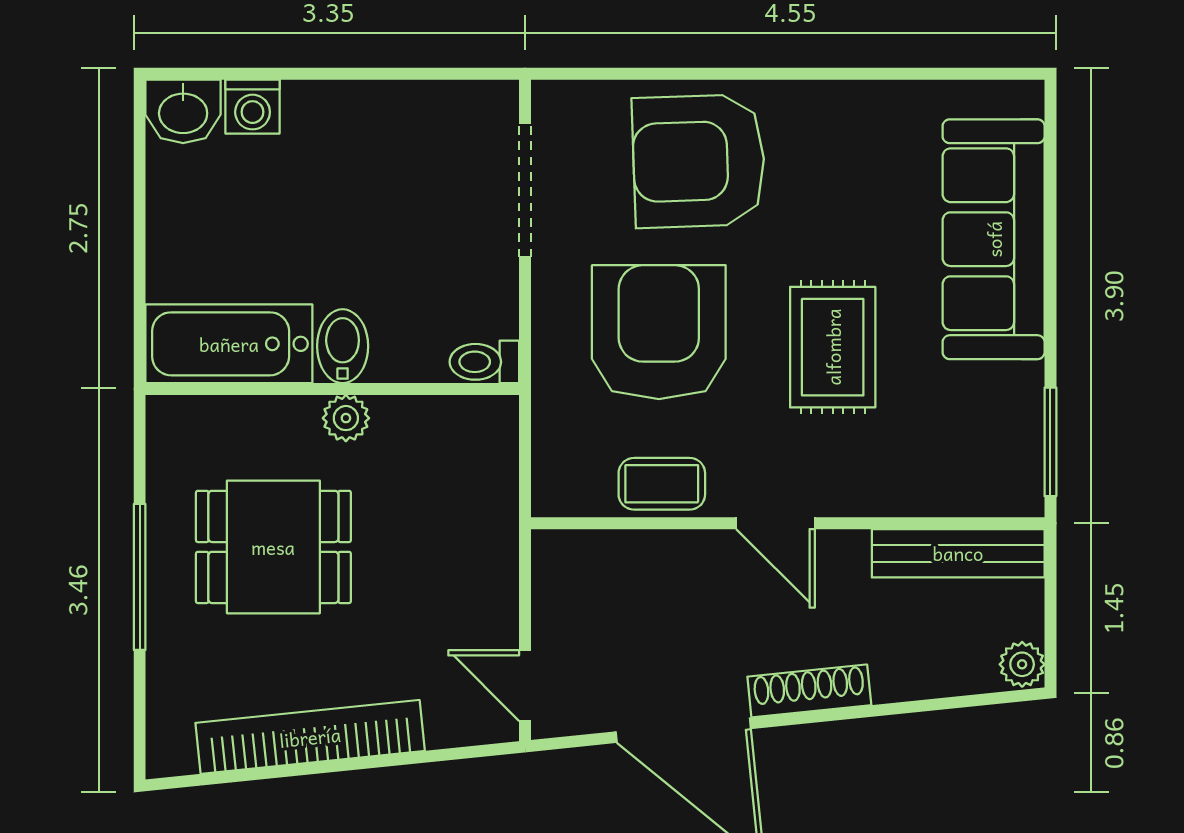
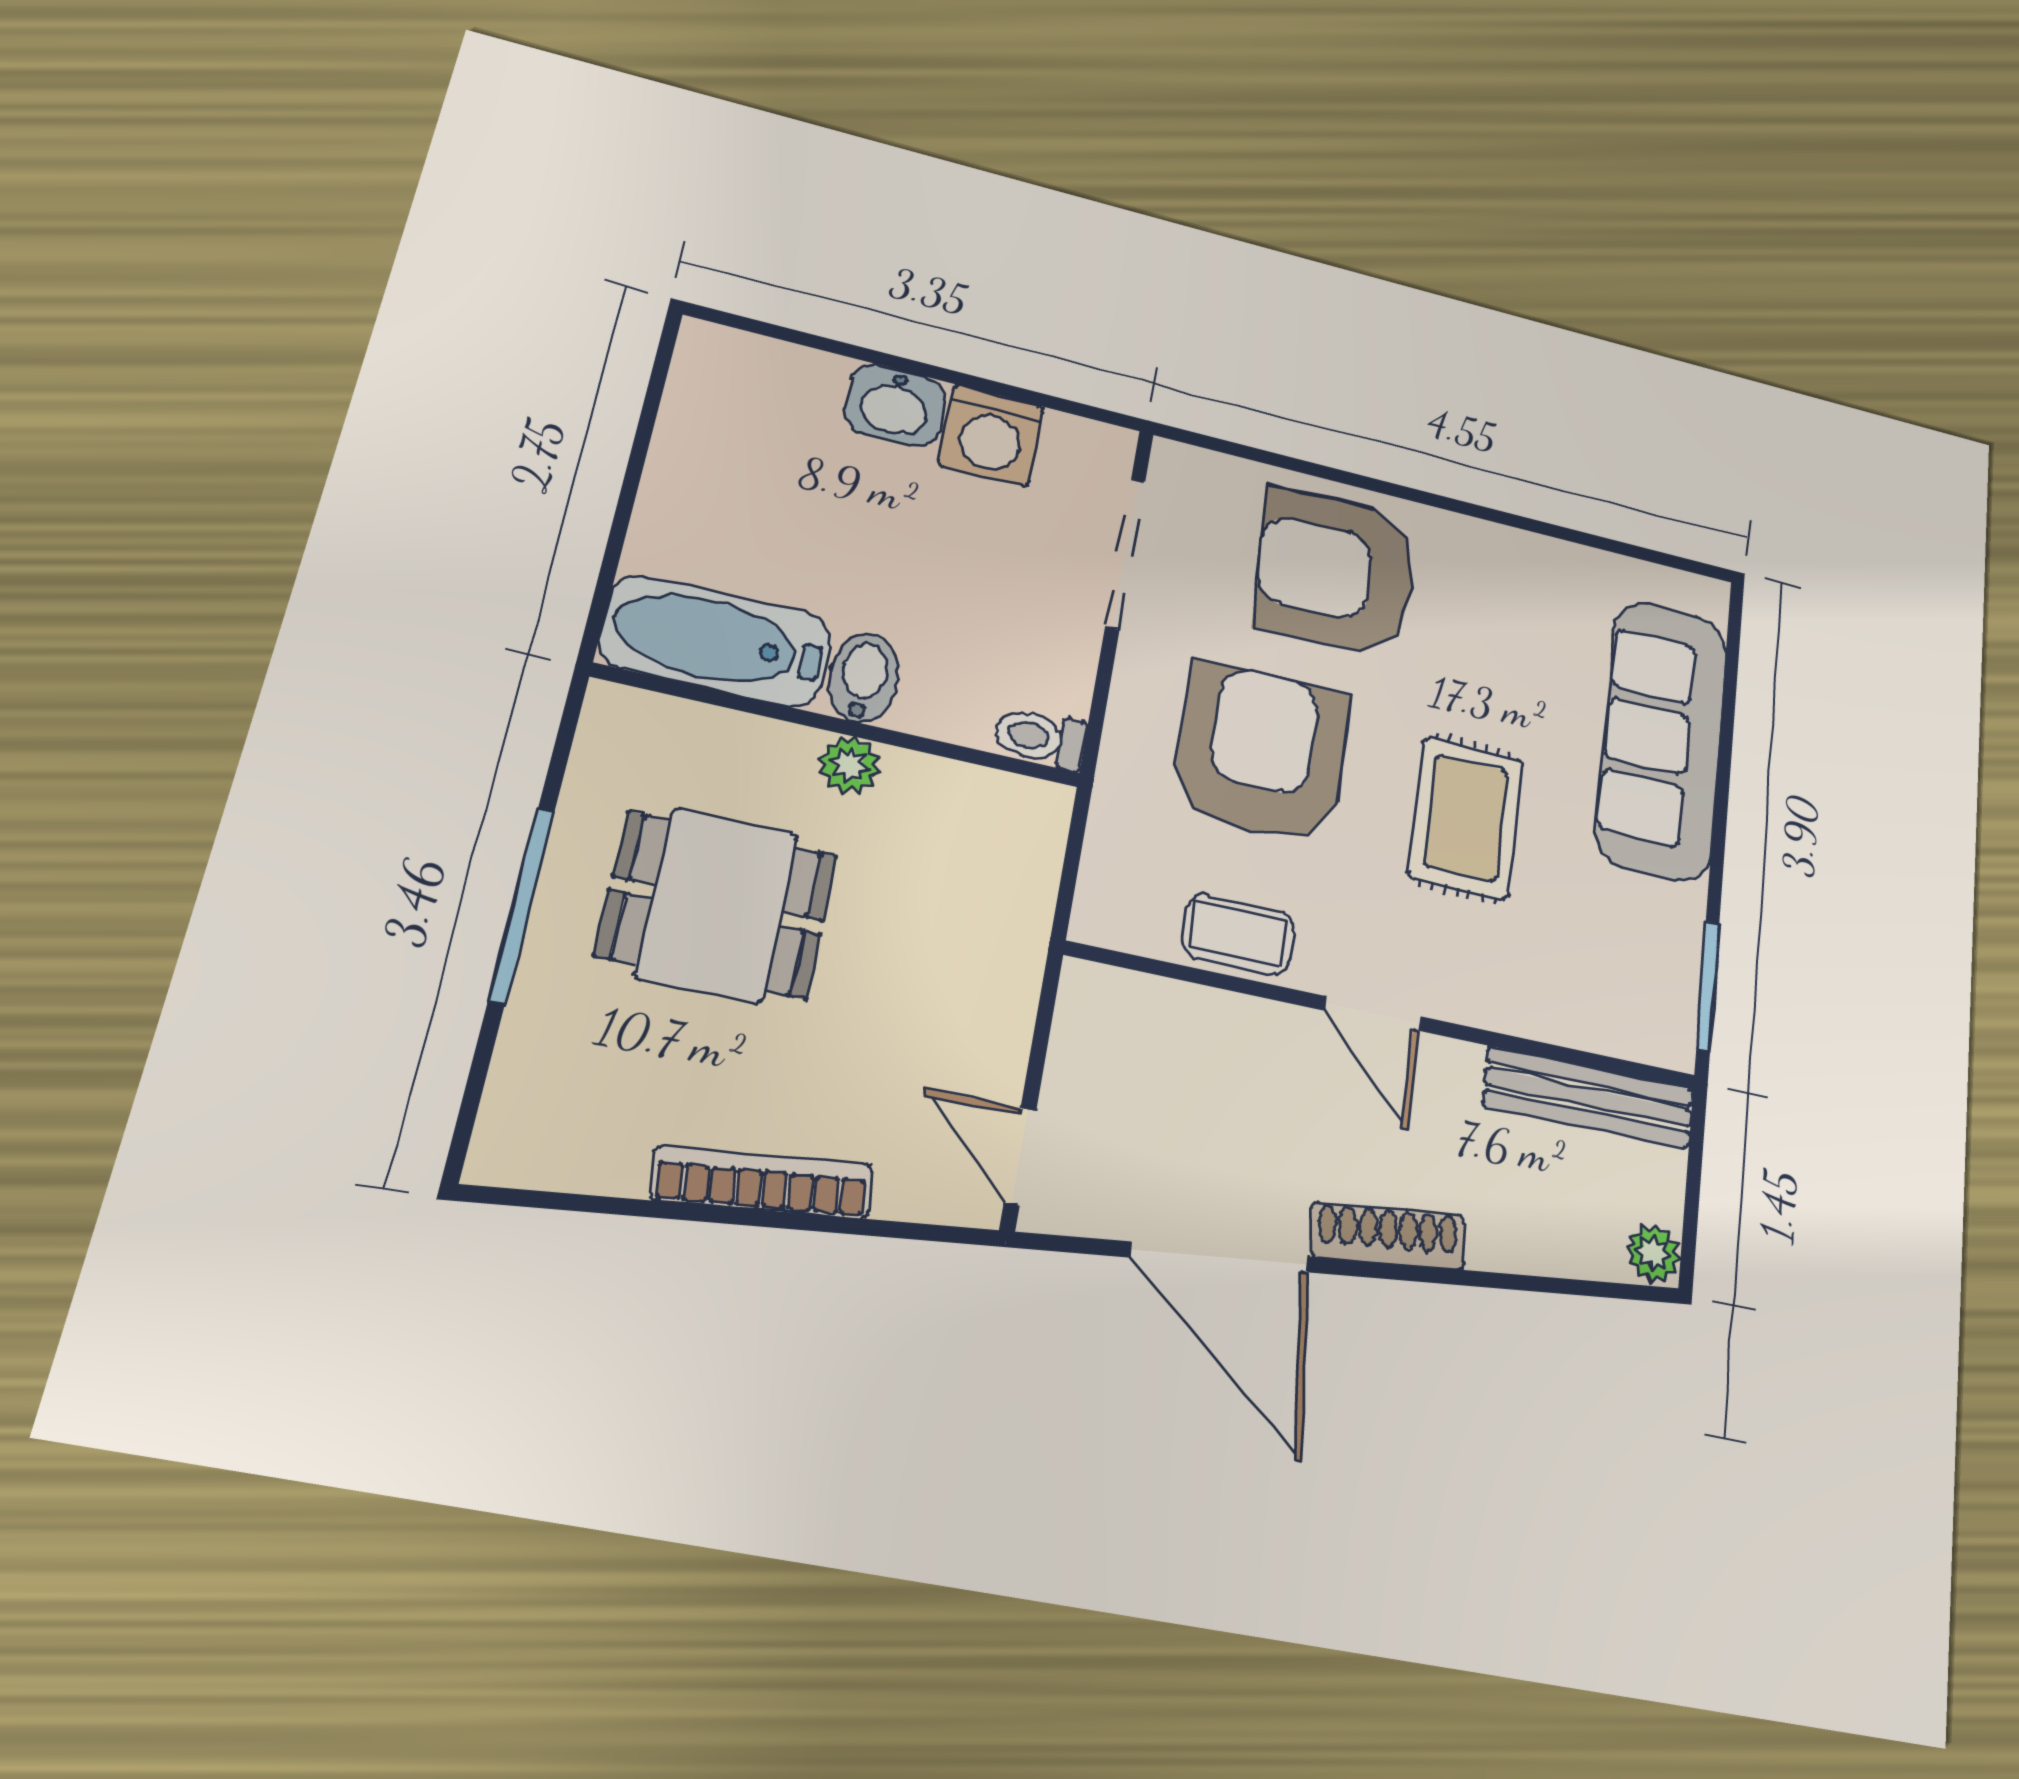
washing machine: (253, 107) -> (991, 436), moved, width x1.38, depth x1.38
washbasin: (183, 111) -> (895, 405), moved
bookcase: (310, 737) -> (762, 1182), width x0.68, depth x0.76

